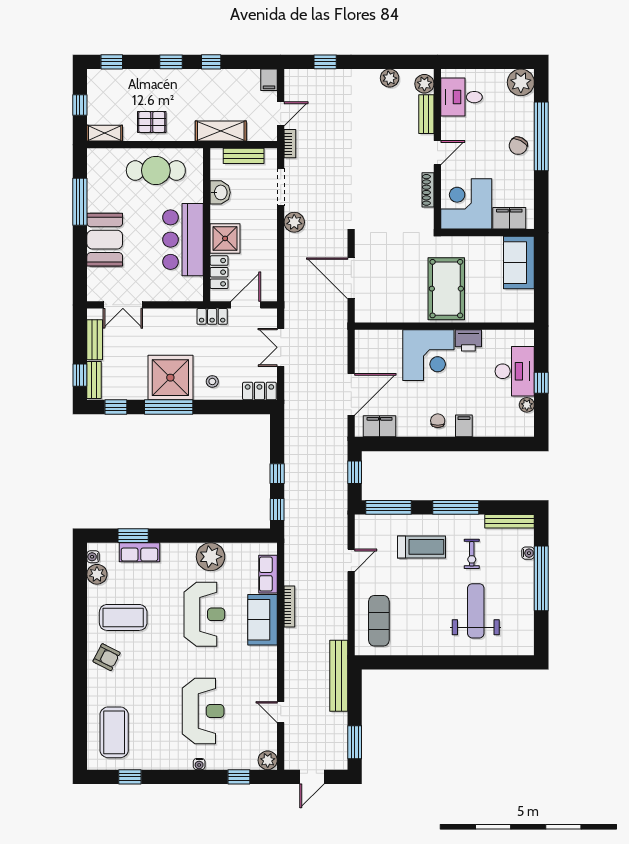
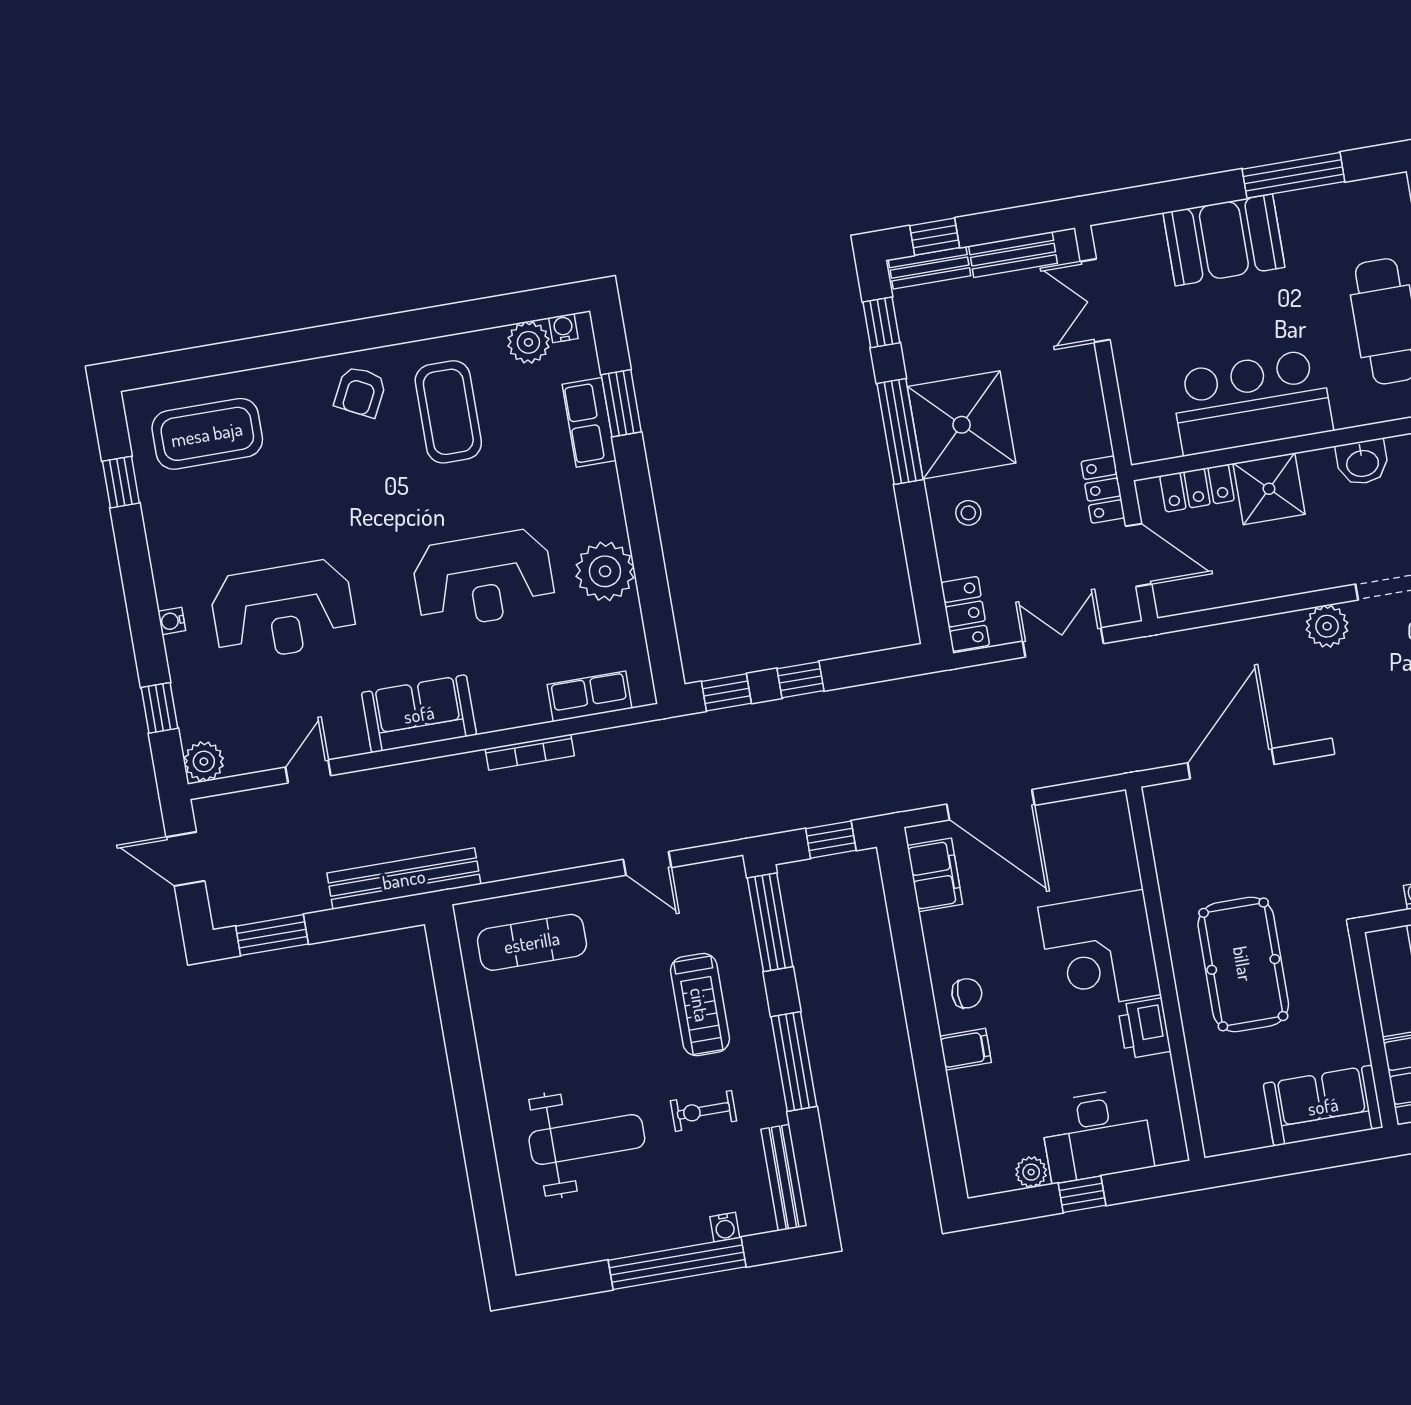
pool table: (446, 289) -> (1243, 964), turned 90
sofa: (262, 620) -> (419, 714), moved

